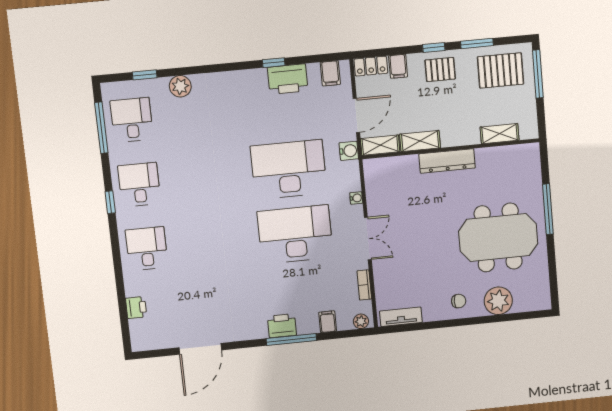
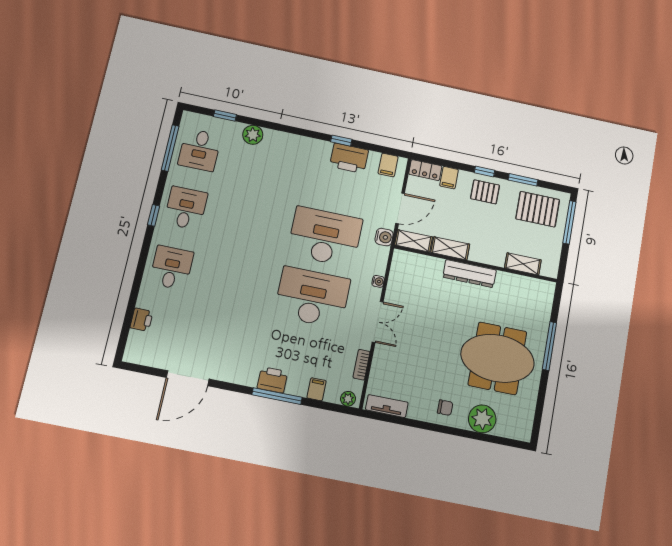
desk: (132, 120) -> (200, 150), turned 180

